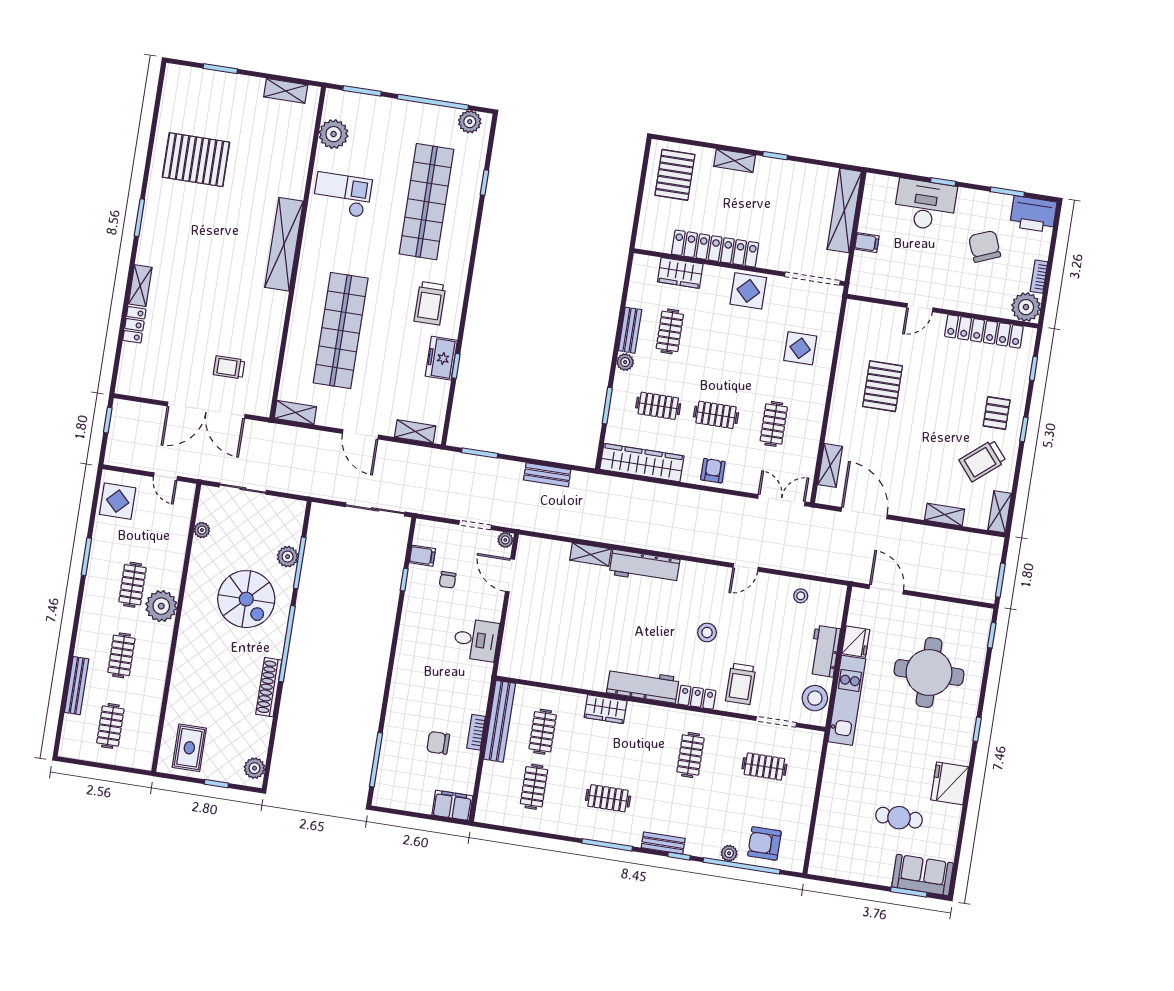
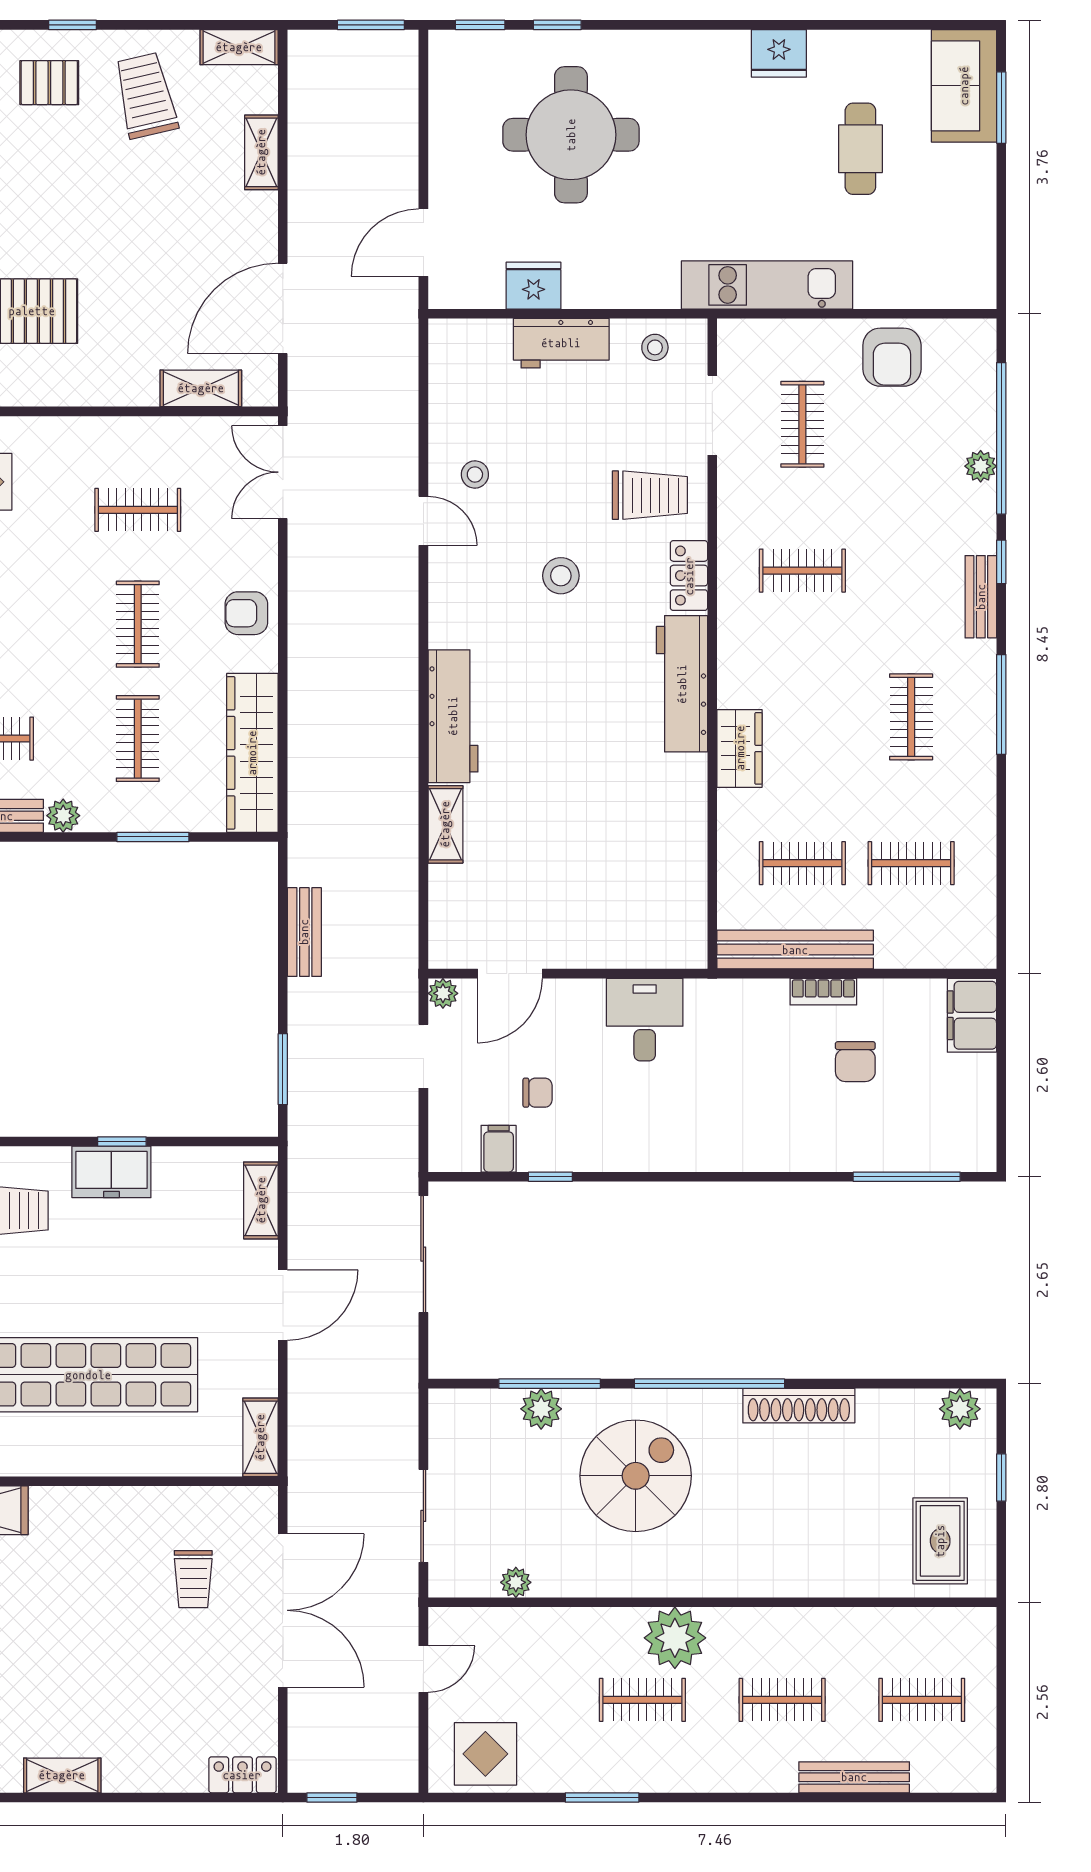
locker: (134, 325) -> (242, 1775), moved
trolley: (982, 461) -> (146, 96), turned -153
stool: (801, 596) -> (475, 474), moved
stool: (815, 698) -> (655, 347), width x0.53, depth x0.53
kitchen unit: (847, 700) -> (767, 285), moved
window: (977, 729) -> (557, 25), moved
rug: (189, 748) -> (940, 1541), turned 90
fridge: (950, 783) -> (779, 53), width x0.73, depth x0.75
armchair: (764, 843) -> (892, 357), moved

